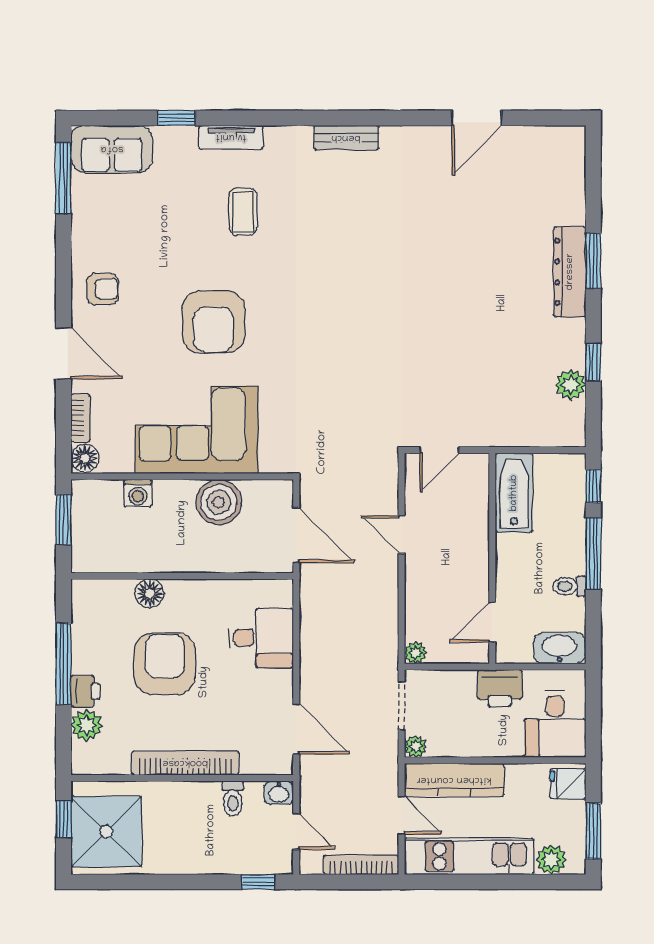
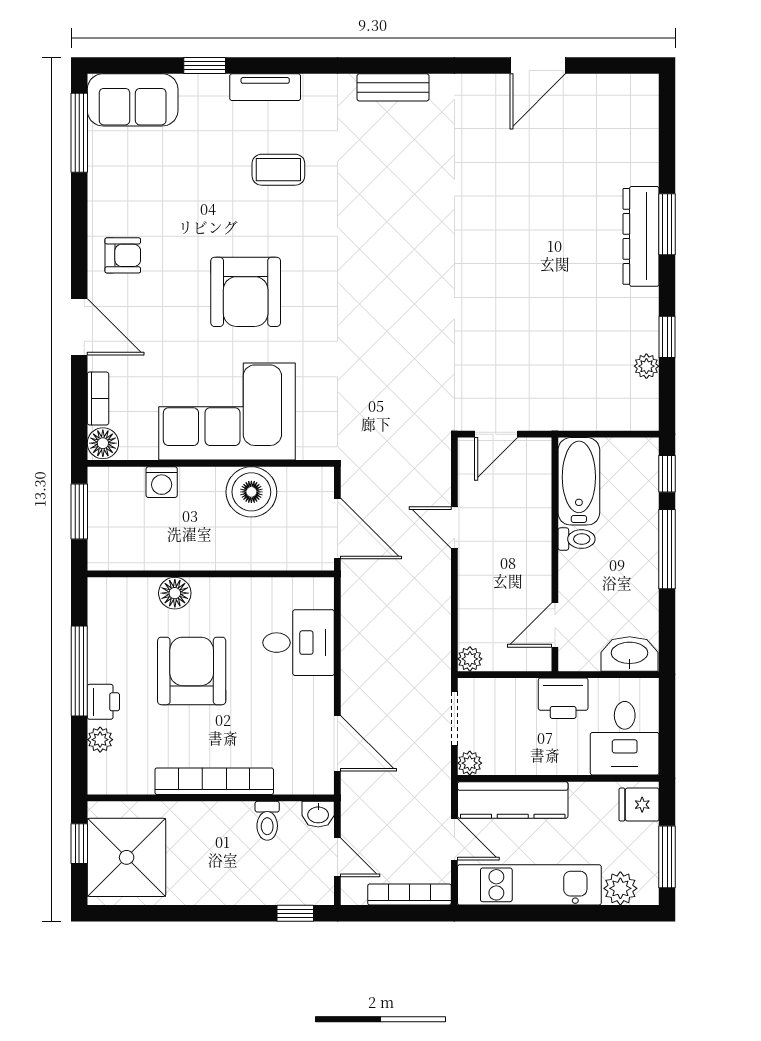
coffee table: (243, 212) -> (278, 170), turned 90
plant: (571, 385) -> (646, 366), width x0.73, depth x0.73
toilet: (569, 586) -> (577, 539), moved, turned 180
plant: (87, 725) -> (100, 740), width x0.73, depth x0.73

